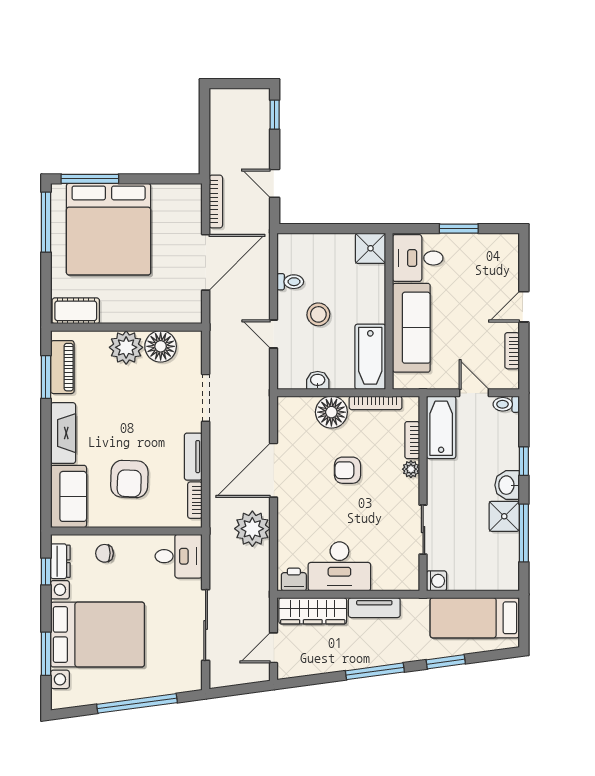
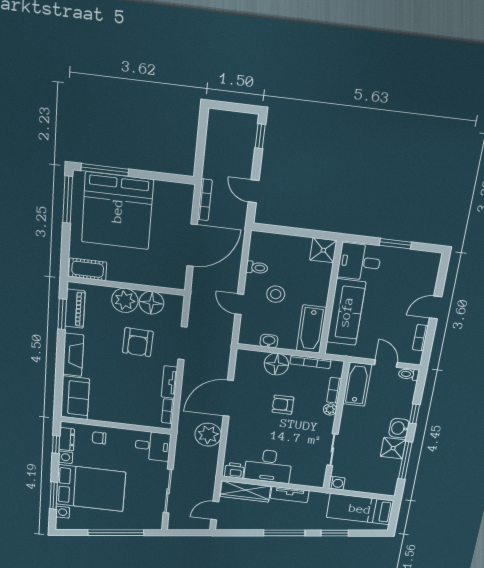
armchair: (129, 479) -> (138, 342), moved

